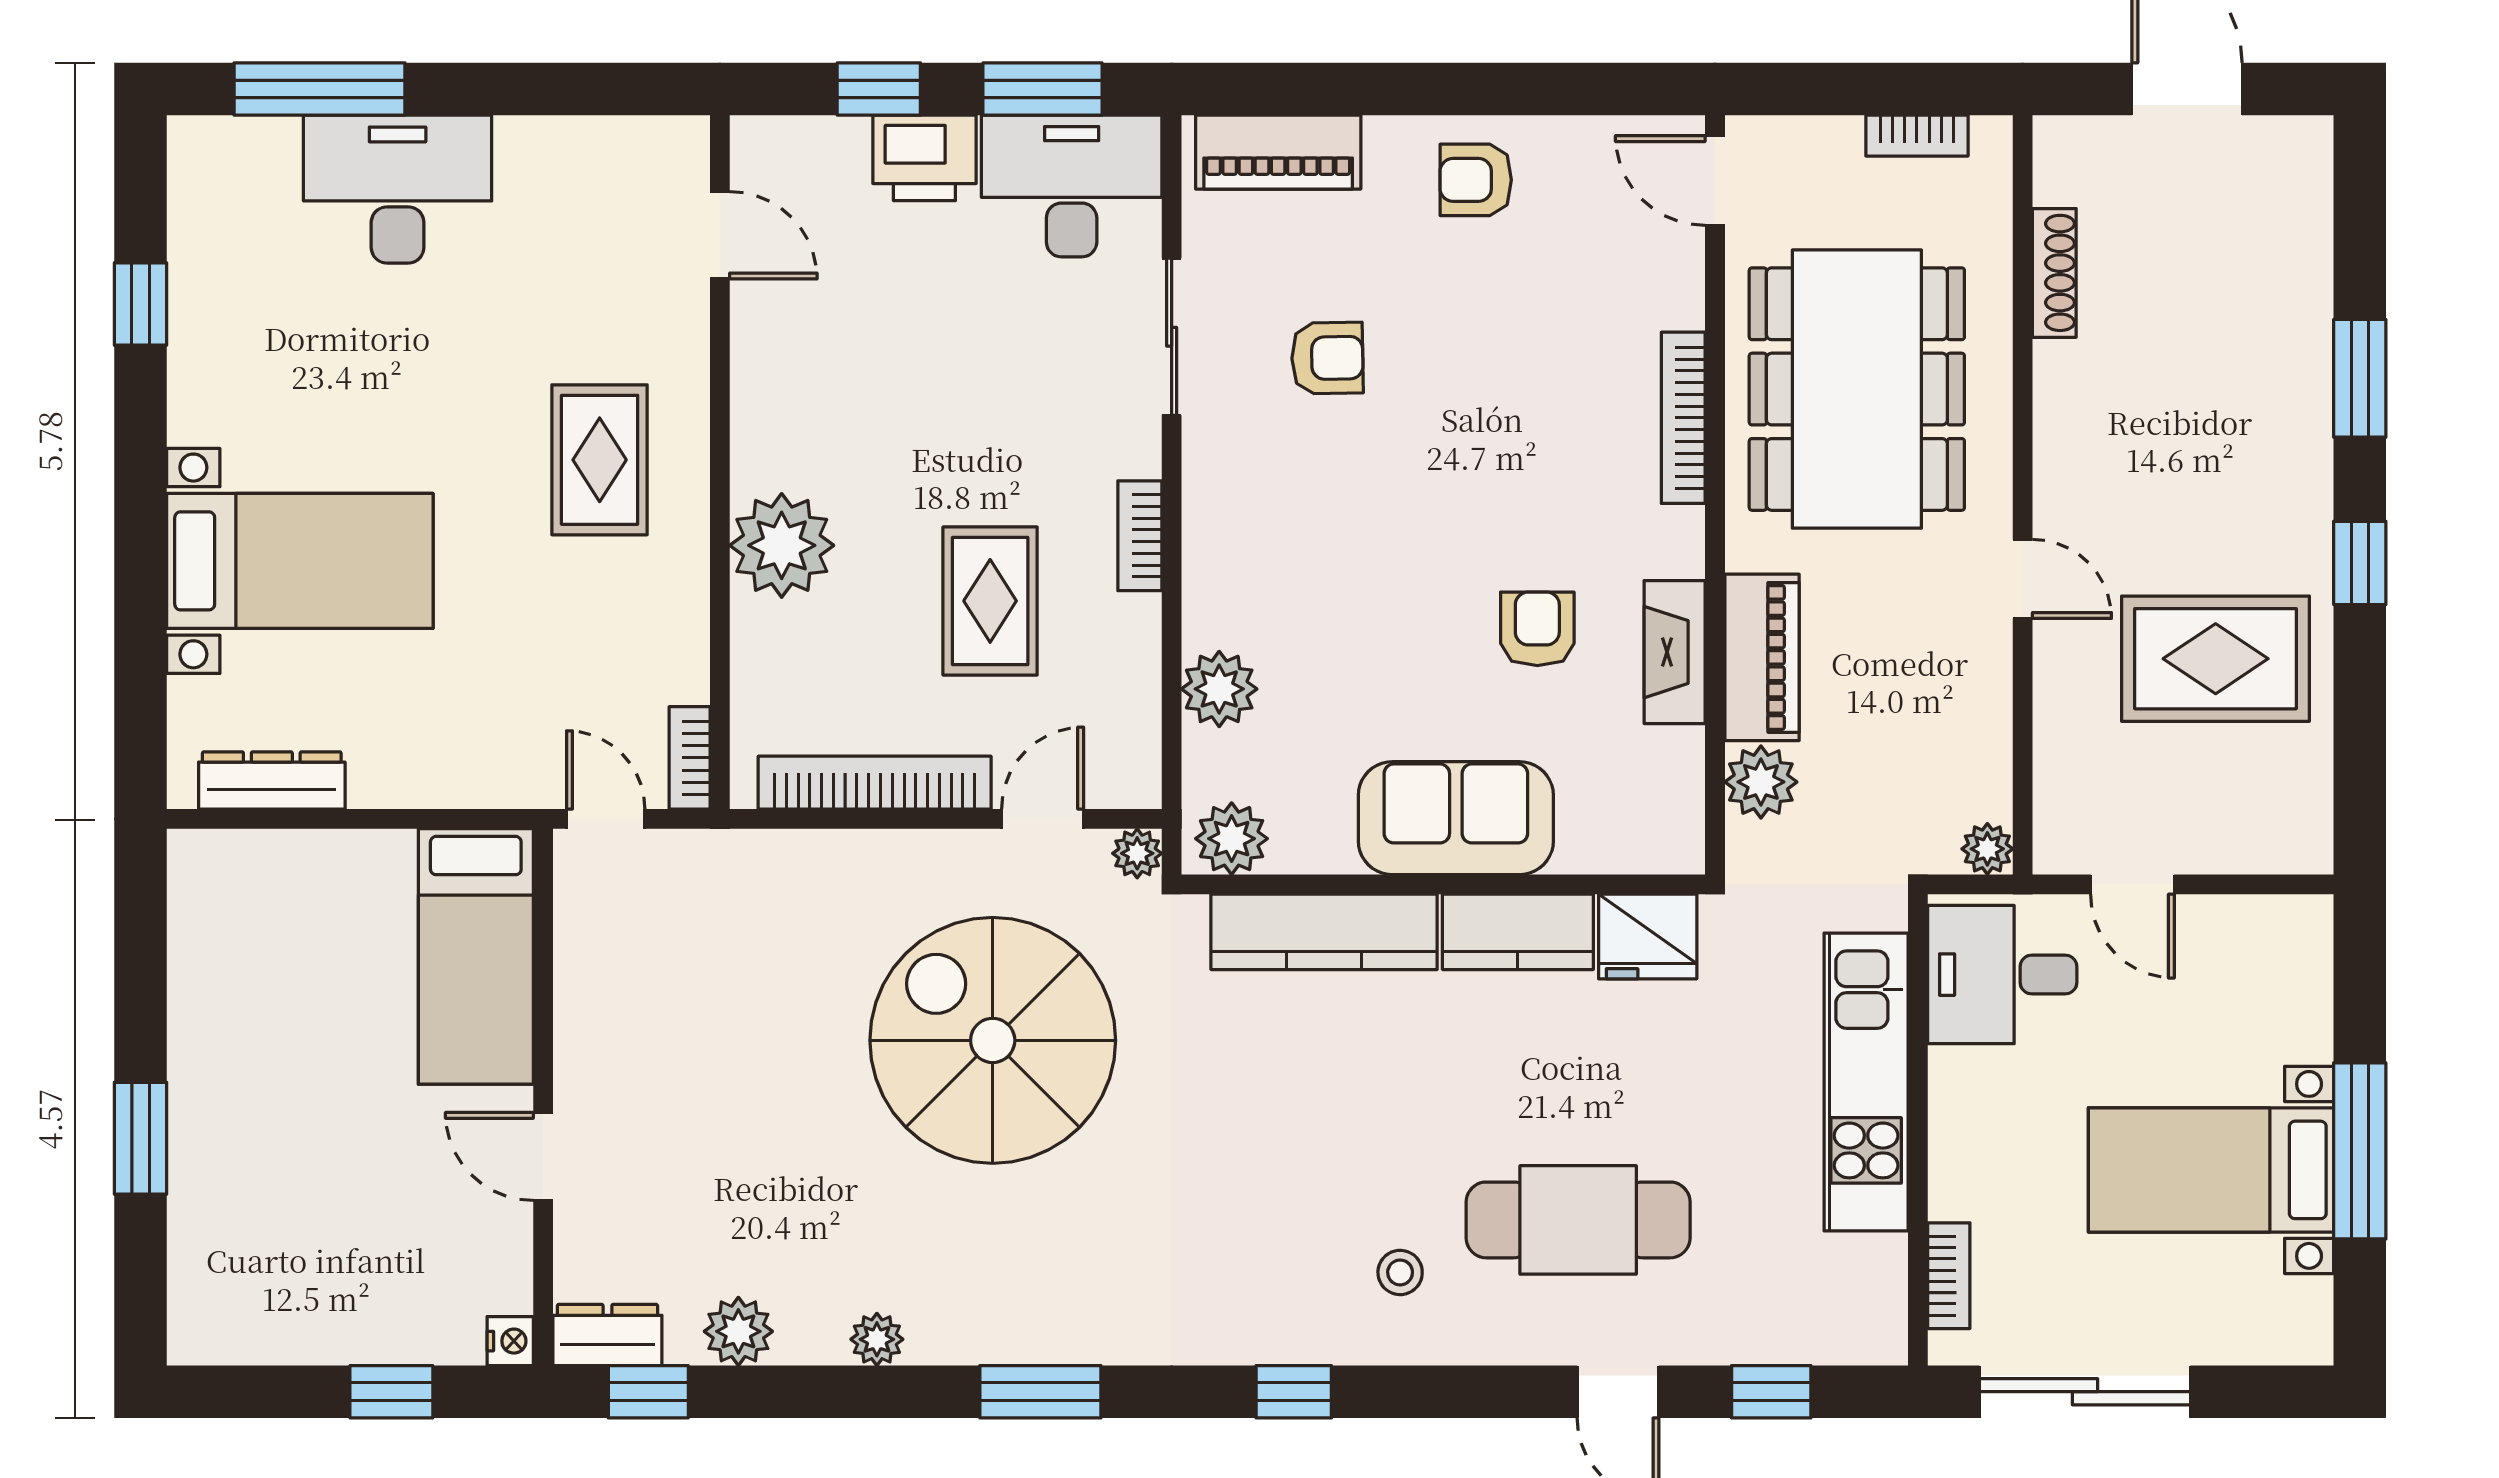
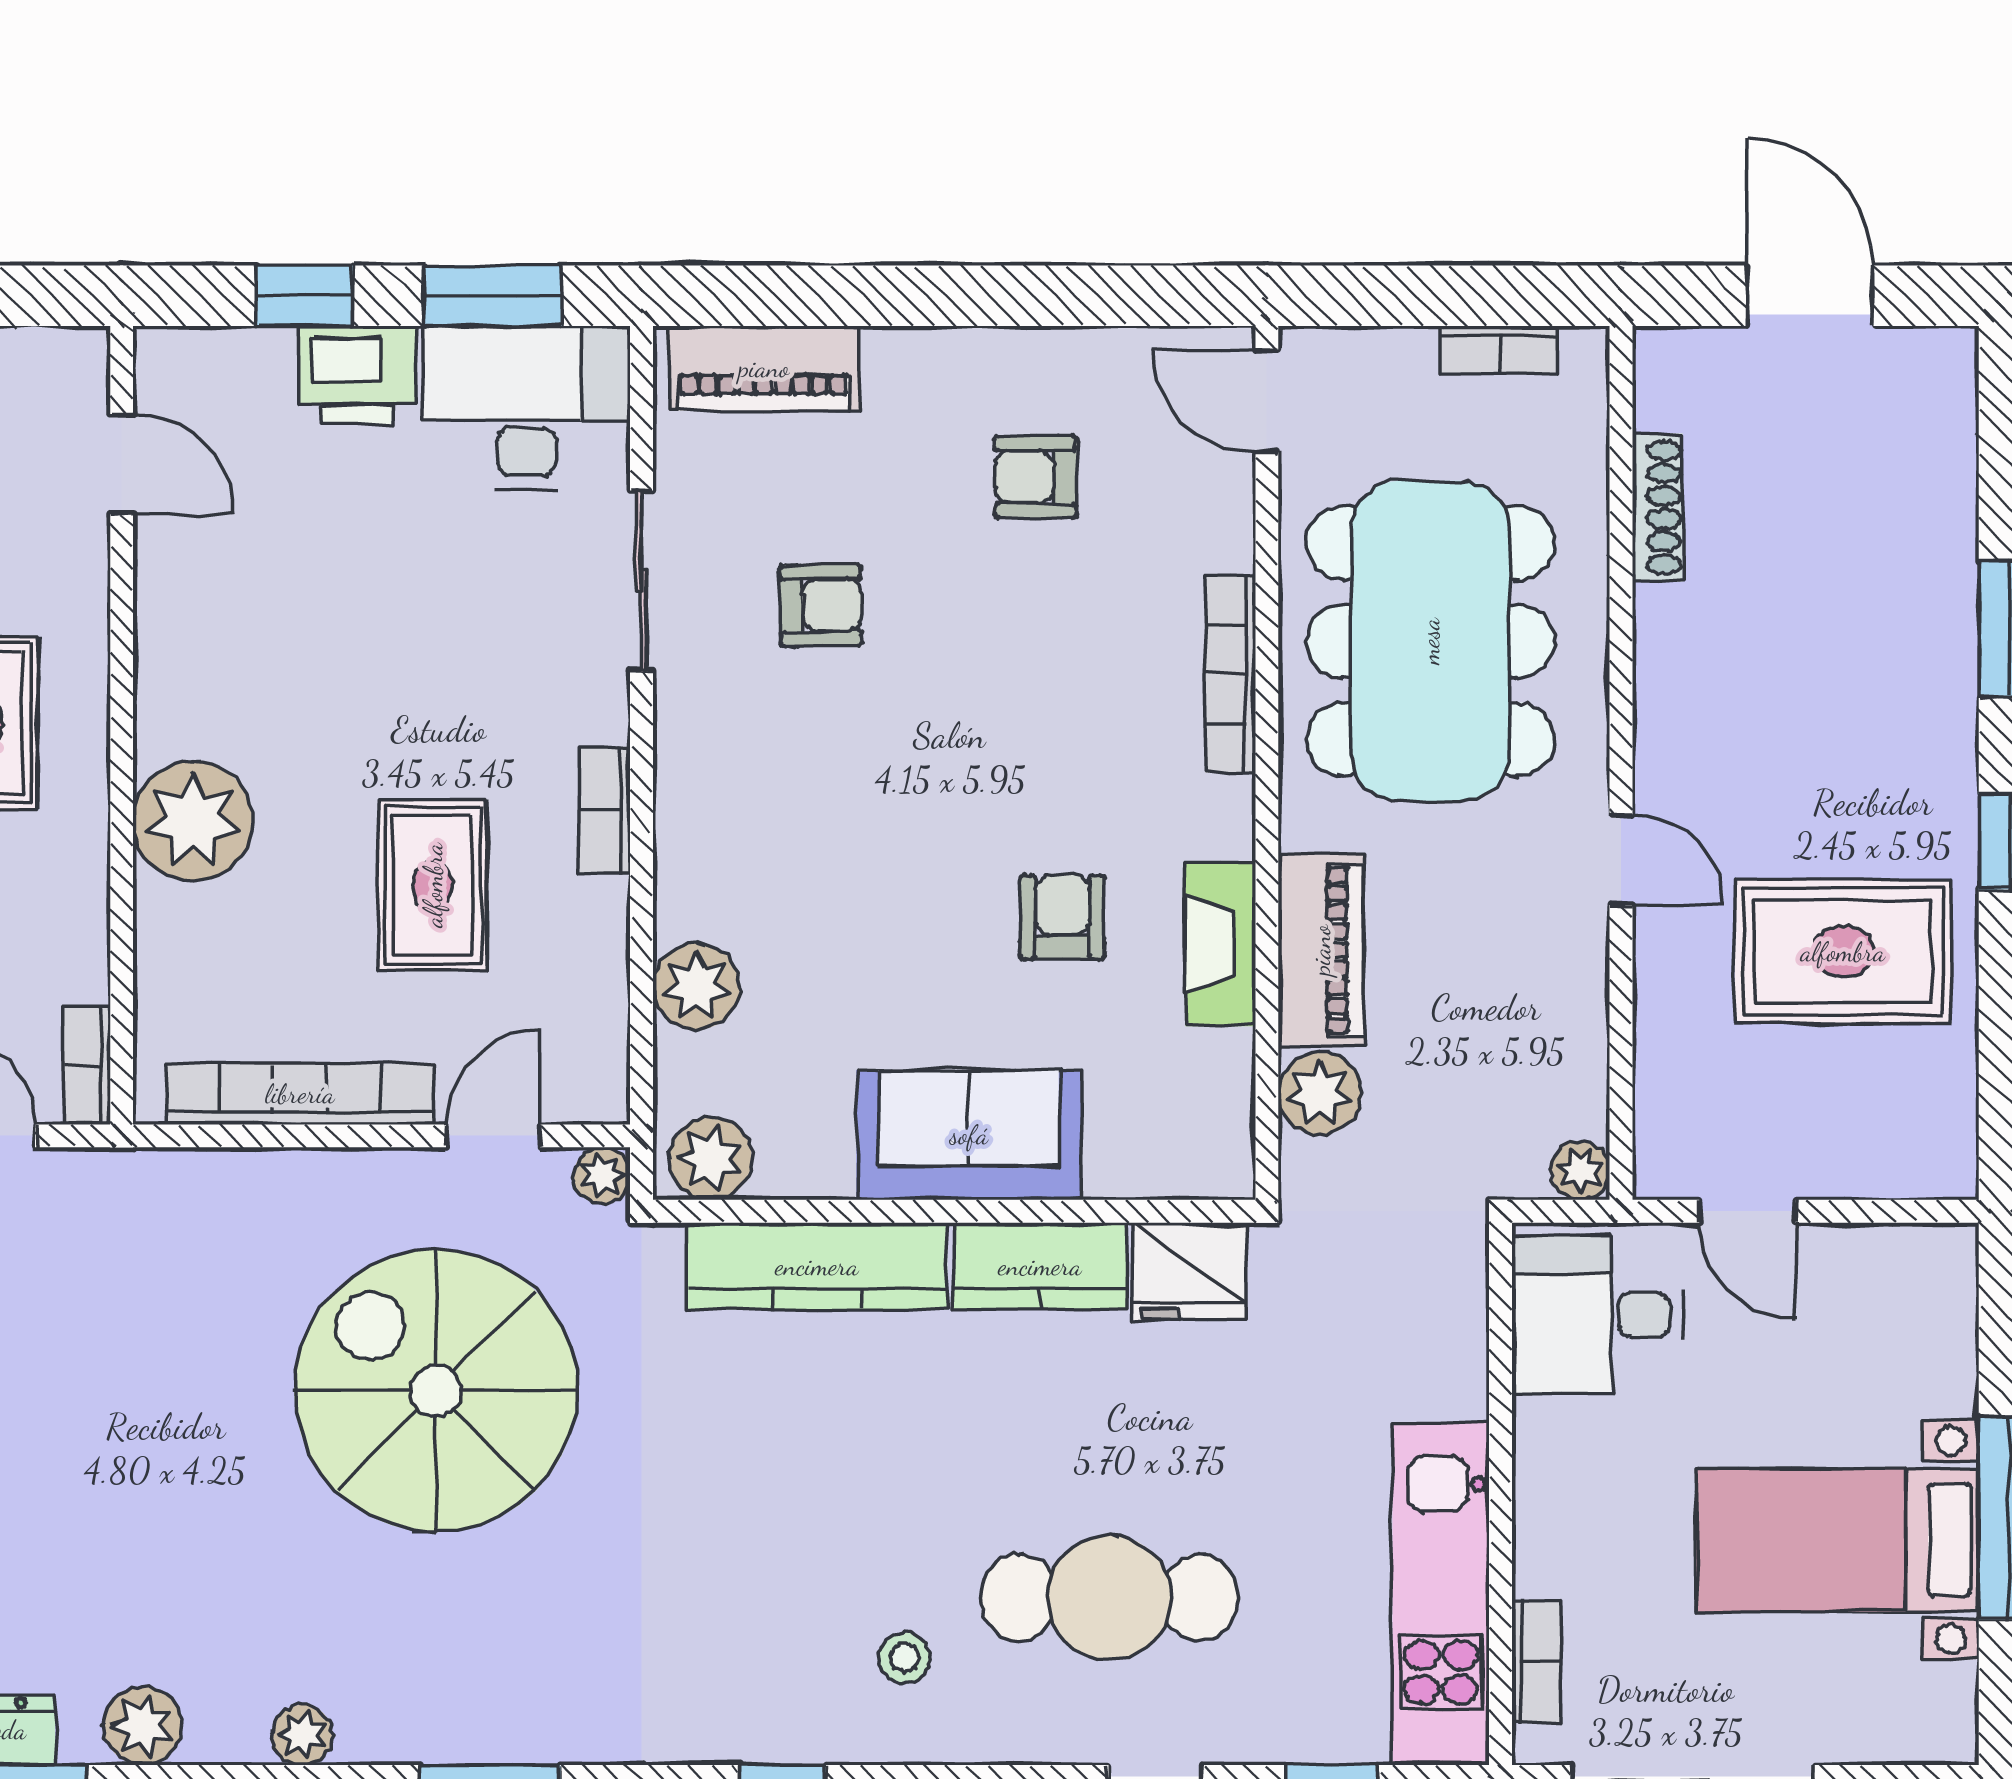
armchair: (1476, 180) -> (1036, 477), moved
kitchen unit: (1866, 1082) -> (1441, 1594), moved

